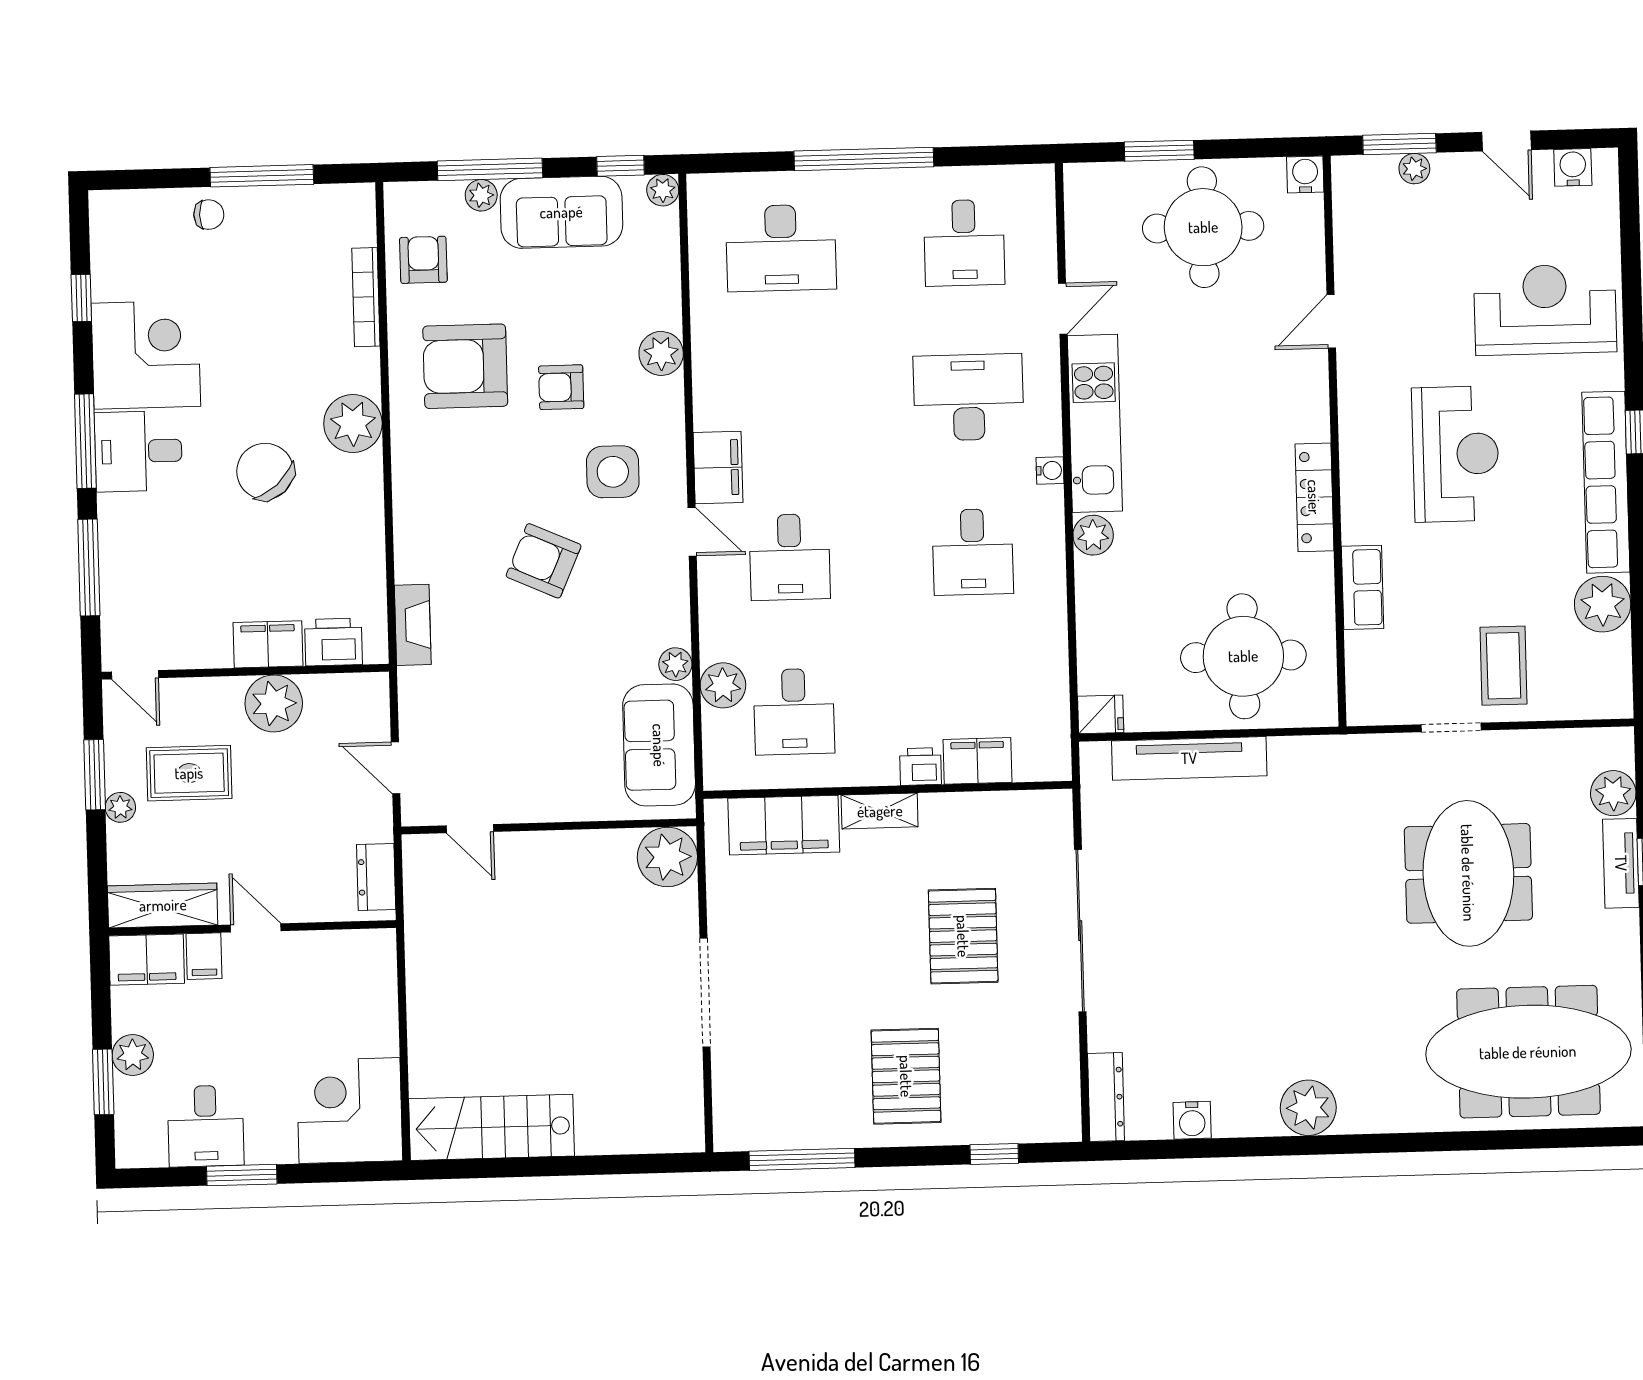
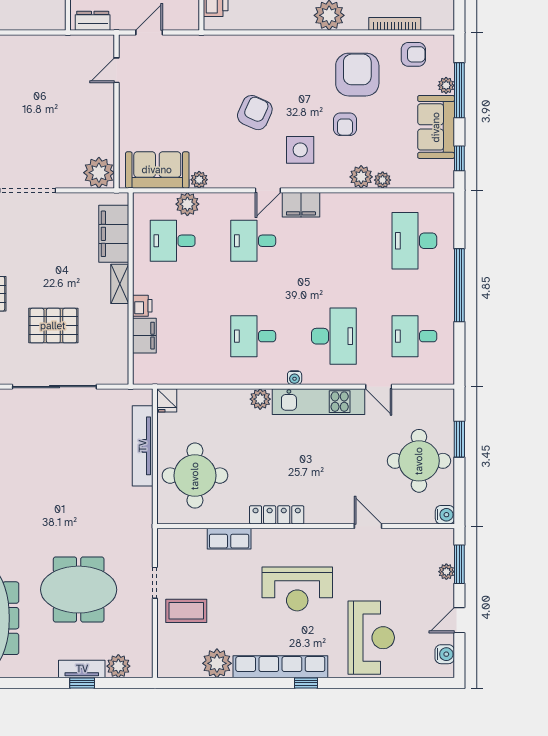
plant: (663, 190) -> (383, 180), moved
armchair: (561, 387) -> (345, 124), turned 180
fireplace: (413, 625) -> (223, 43), removed

